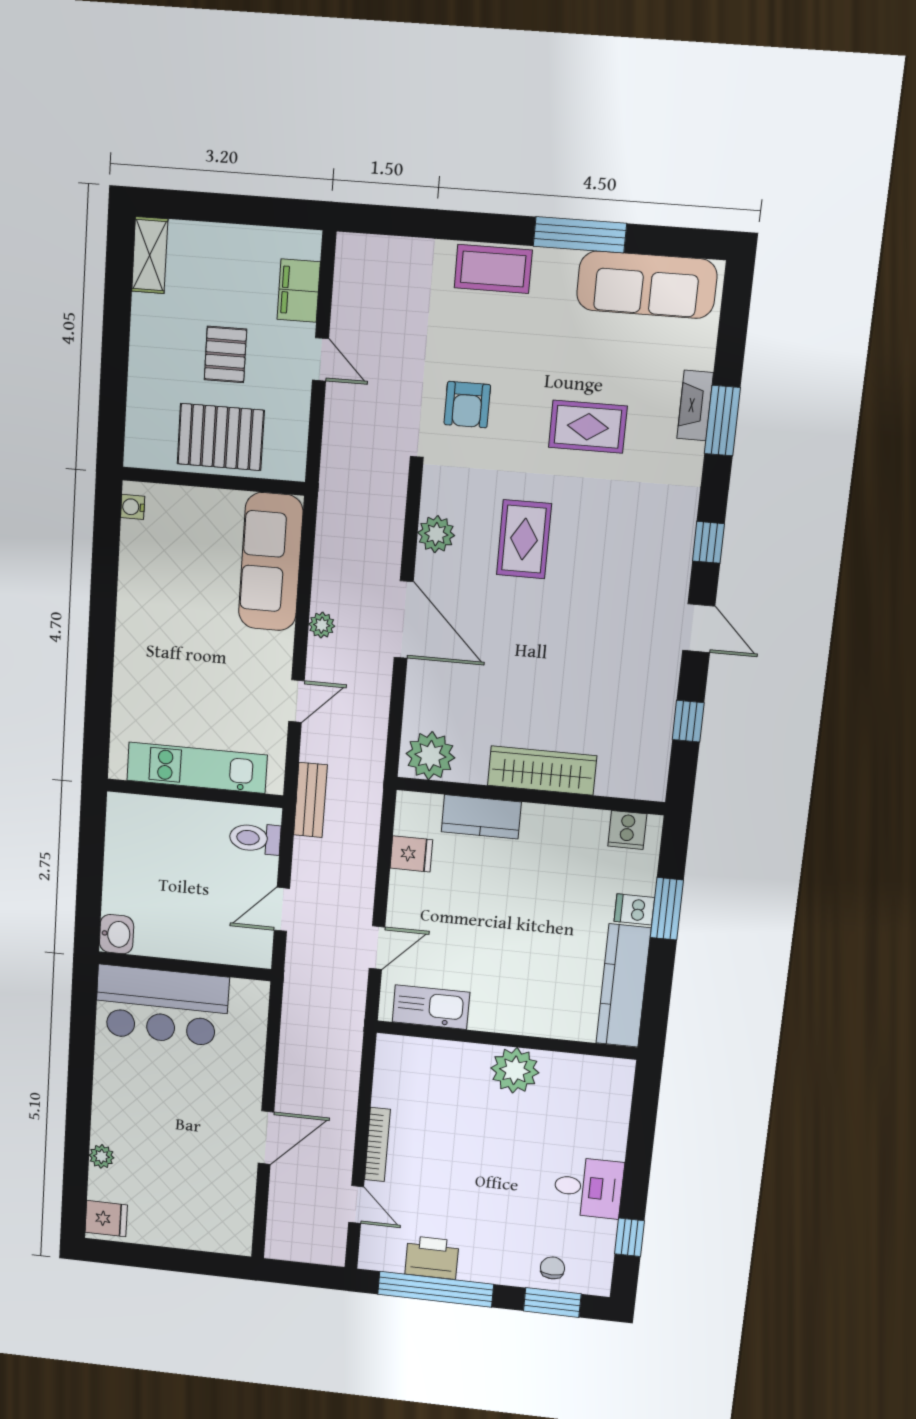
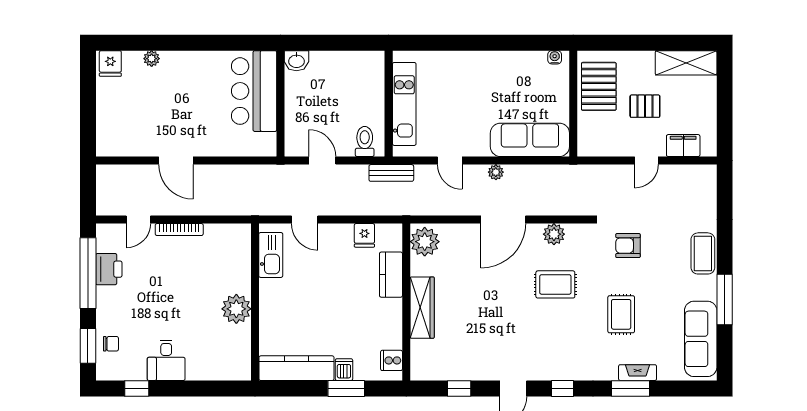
shelving: (150, 255) -> (686, 63), width x1.50, depth x1.33
pallet: (221, 437) -> (599, 86), moved

